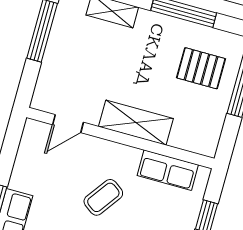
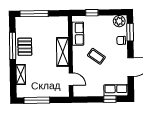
pallet: (201, 68) -> (25, 47), moved

